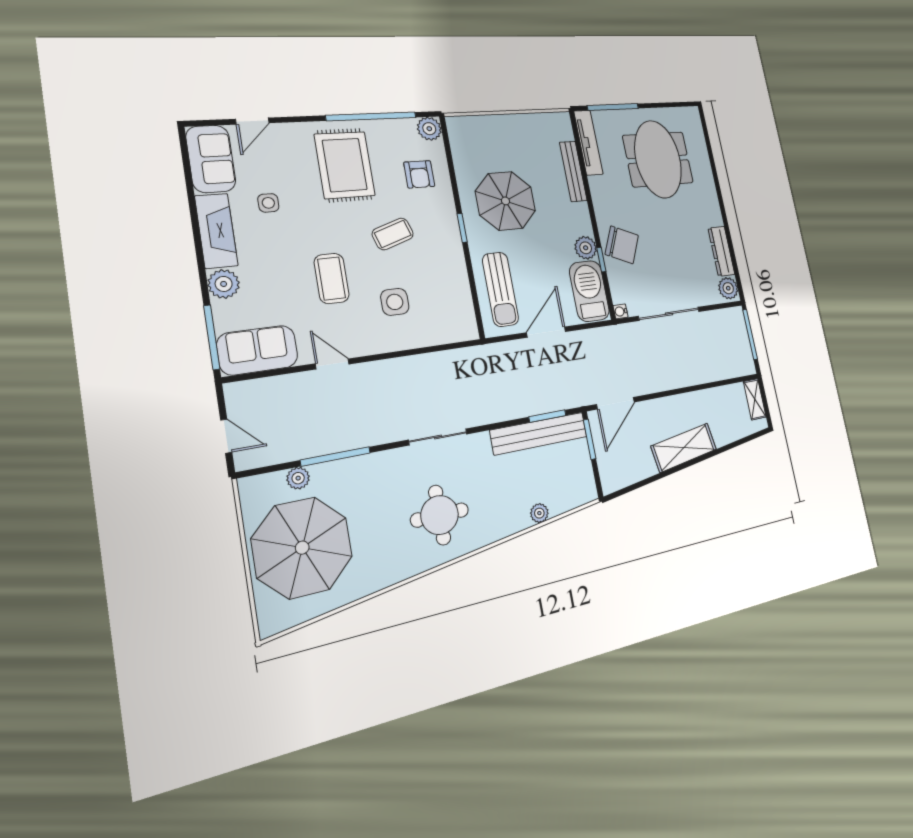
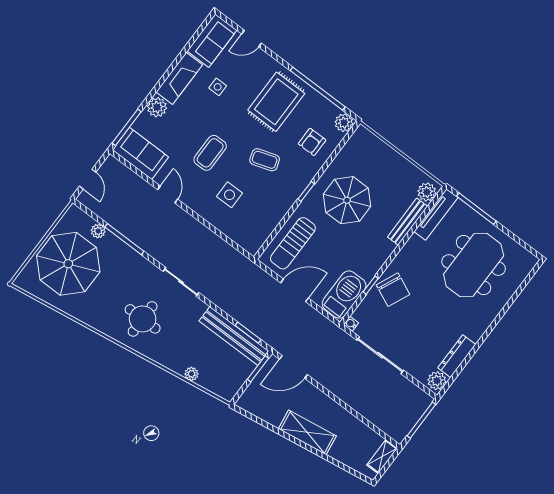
plant: (586, 248) -> (427, 192), moved

